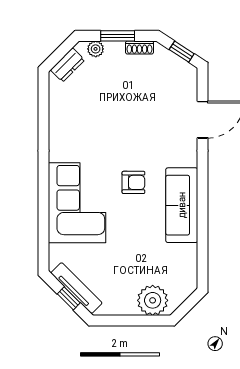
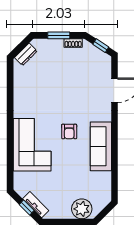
plant: (96, 49) -> (44, 44), removed
armchair: (133, 182) -> (69, 131), turned 90
tv unit: (76, 288) -> (36, 205), width x0.71

